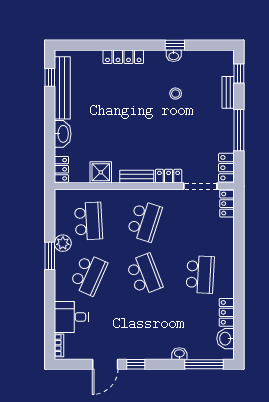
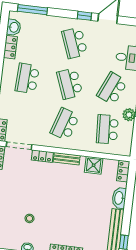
school desk: (144, 328) -> (75, 43), added
washbasin: (179, 354) -> (50, 20), removed

